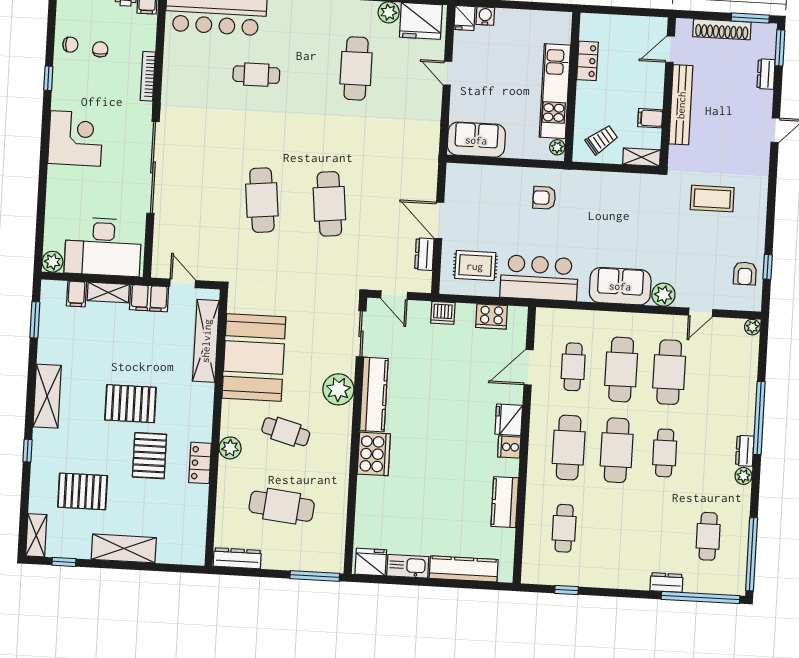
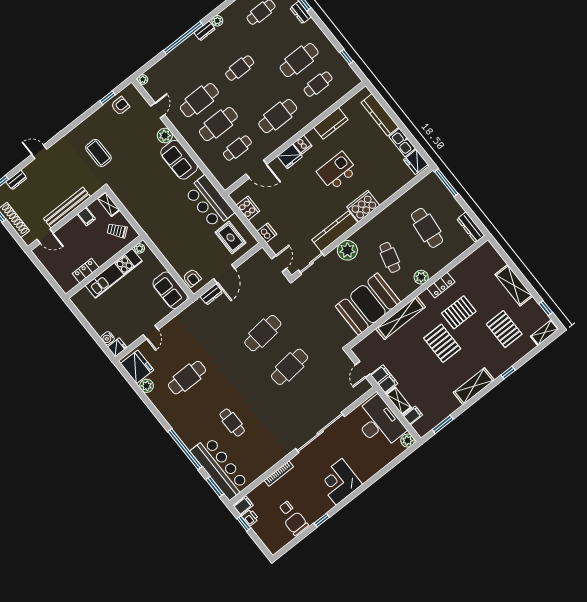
chair: (70, 45) -> (296, 524), width x1.87, depth x1.87
armchair: (544, 198) -> (192, 278), moved
dresser: (424, 254) -> (211, 294), moved
door: (701, 312) -> (158, 110), hinge flipped
shelving: (206, 341) -> (401, 318), moved
cafe table: (617, 450) -> (299, 60), moved
kitchen island: (442, 460) -> (337, 171), added

